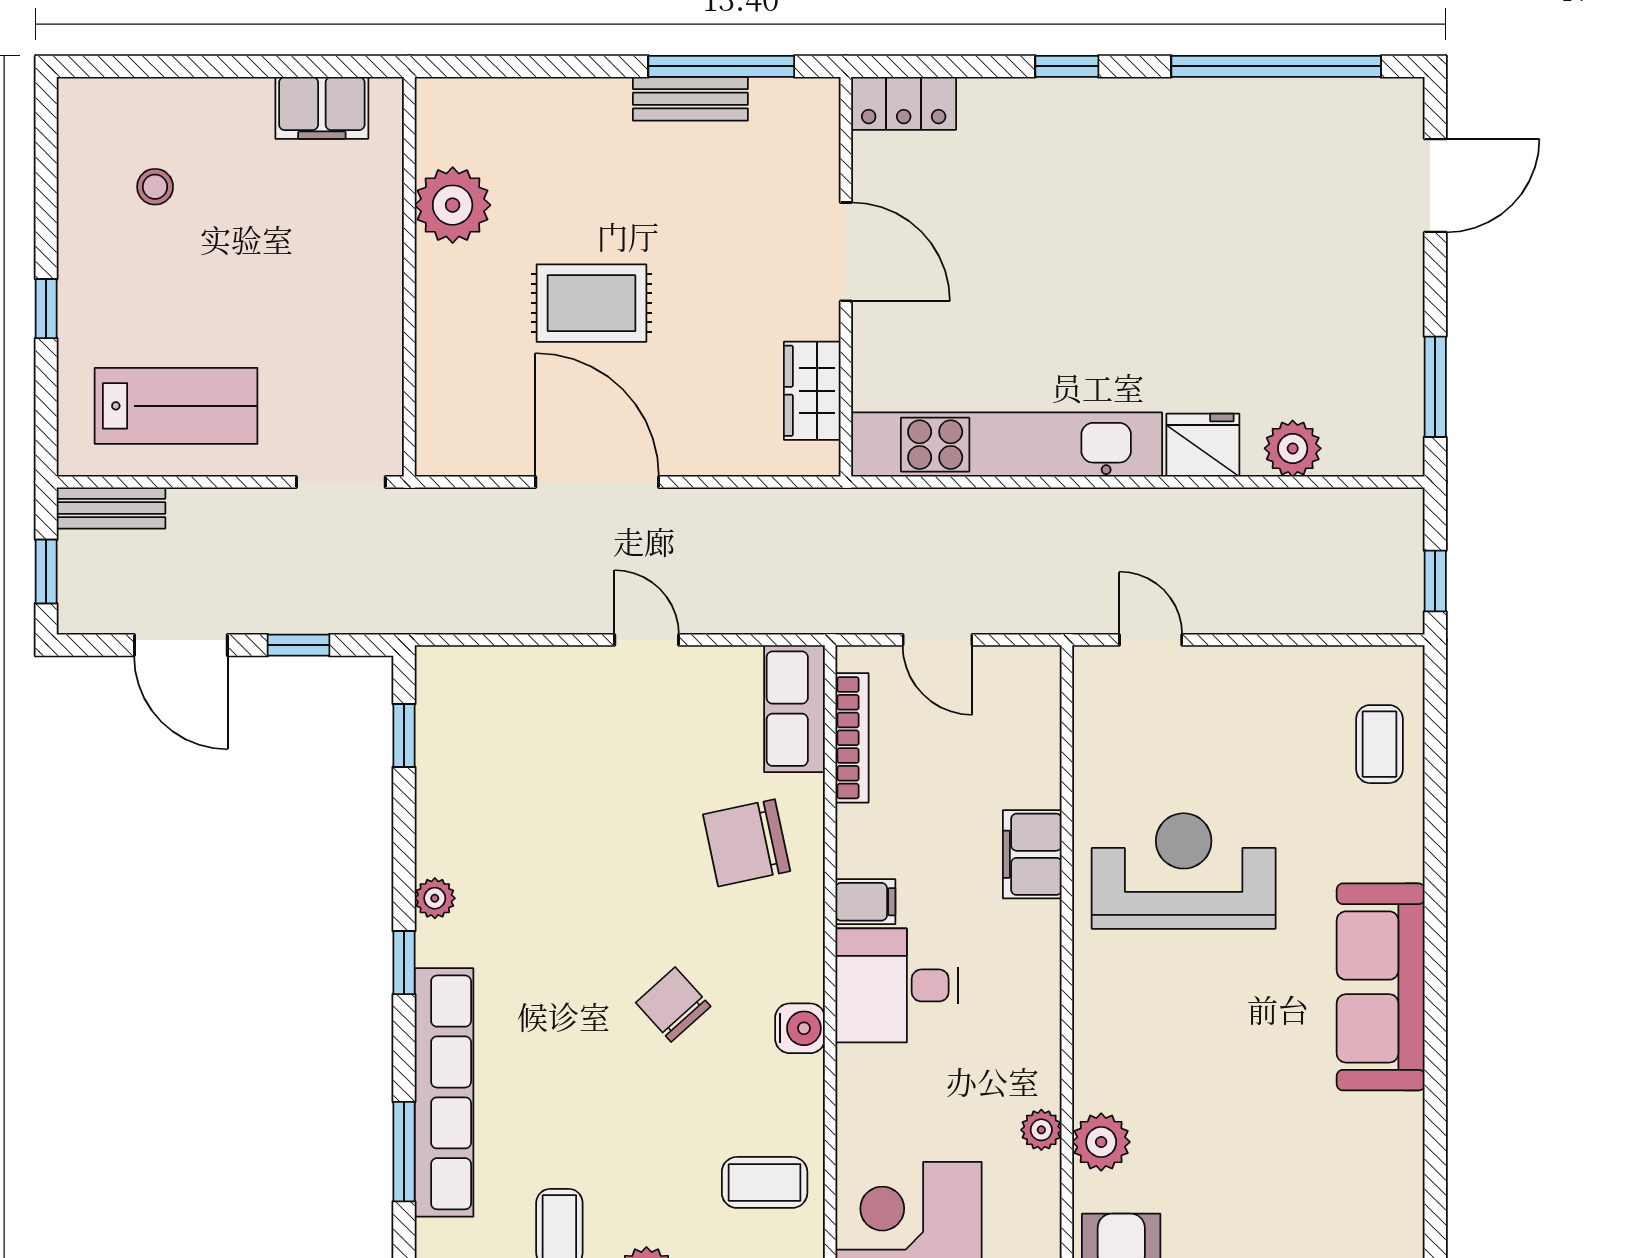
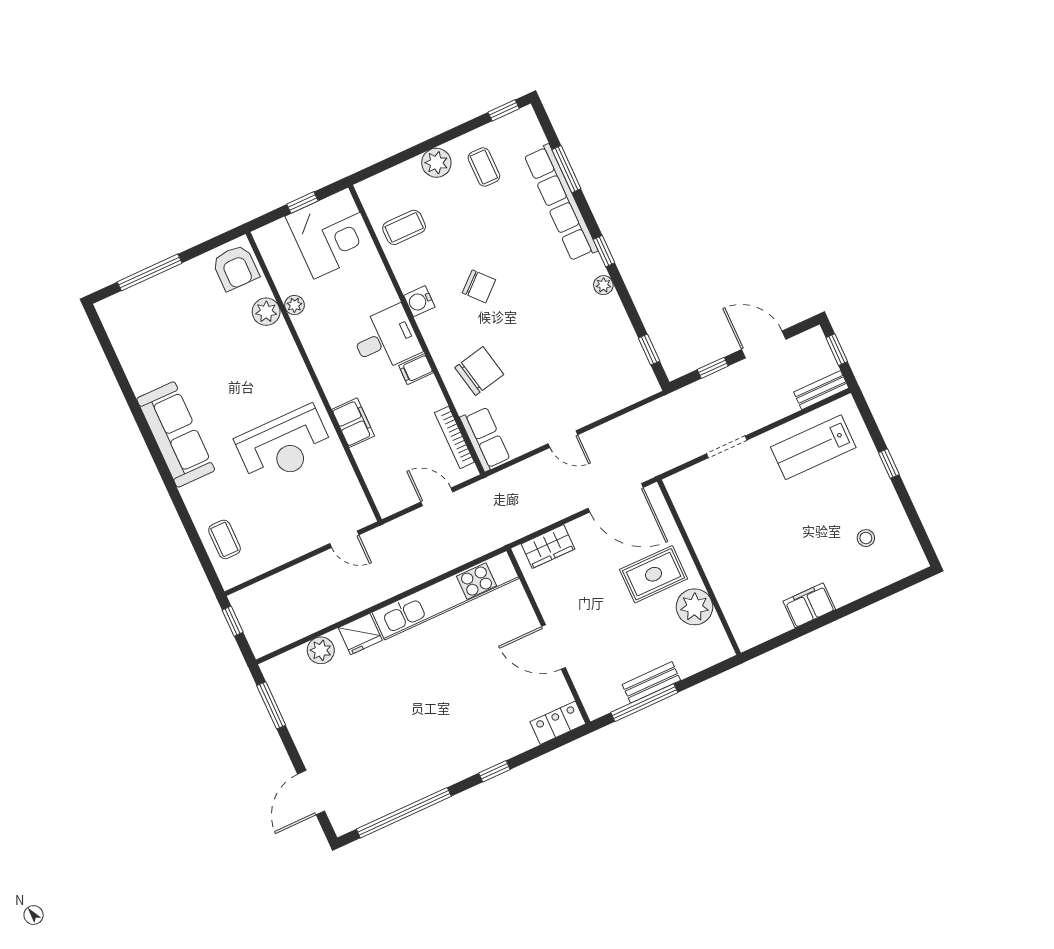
plant: (453, 205) -> (694, 607), moved
wall: (409, 277) -> (699, 567), moved
wardrobe: (812, 391) -> (548, 546), moved, turned 90

